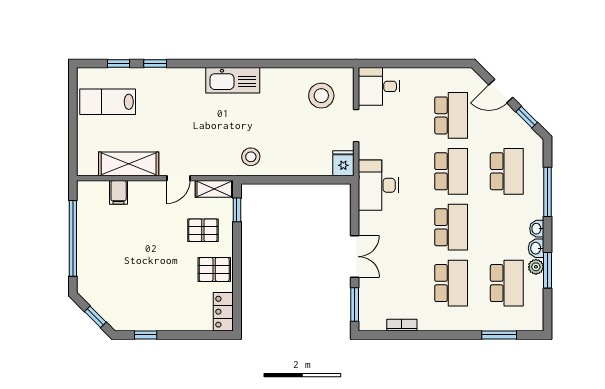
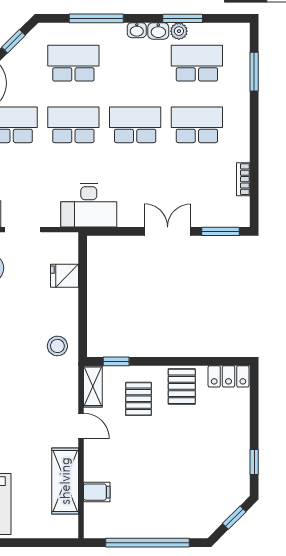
fridge: (343, 163) -> (65, 276), moved

